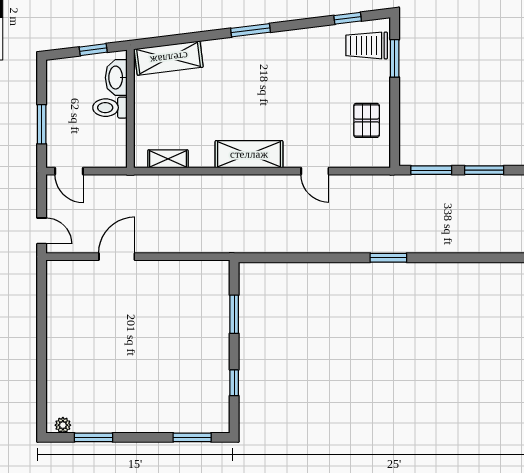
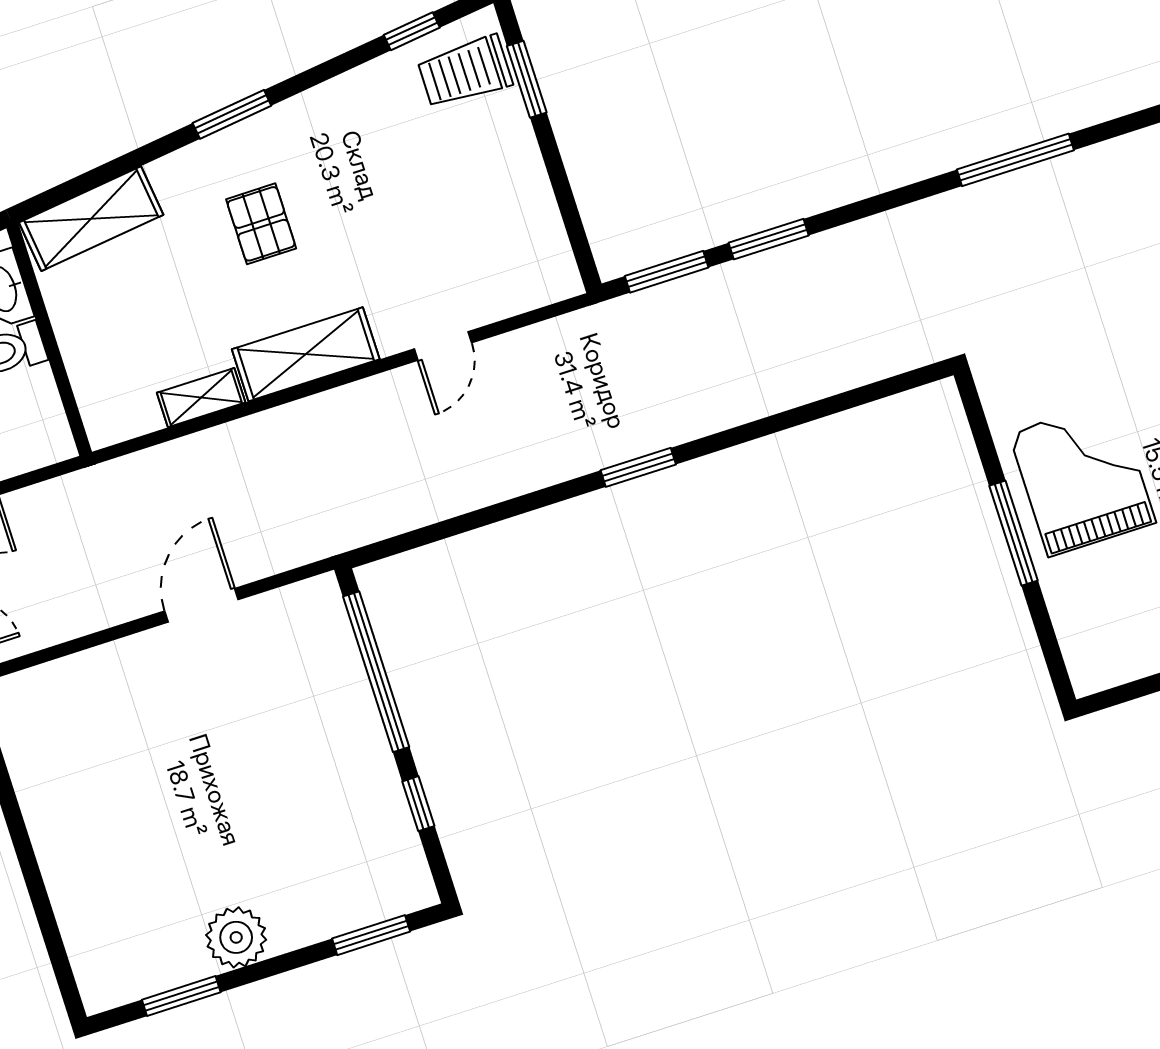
pallet: (367, 120) -> (261, 224), moved
shelving: (168, 159) -> (201, 398), moved
door: (315, 171) -> (443, 346), hinge flipped
door: (117, 257) -> (202, 605), moved
window: (234, 314) -> (376, 672), width x2.11
plant: (63, 425) -> (236, 937), moved, width x1.88, depth x1.88

